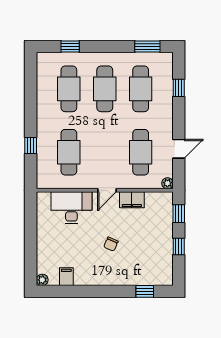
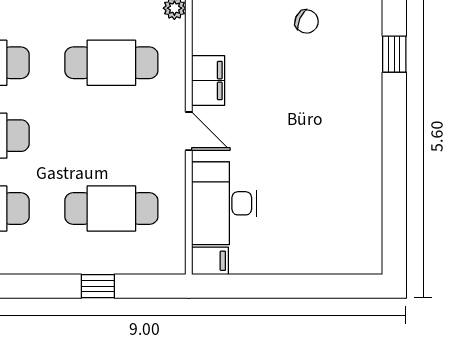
chair: (111, 244) -> (307, 21), moved
filing cabinet: (66, 277) -> (210, 261), moved, turned 180
plant: (42, 280) -> (371, 263), removed

